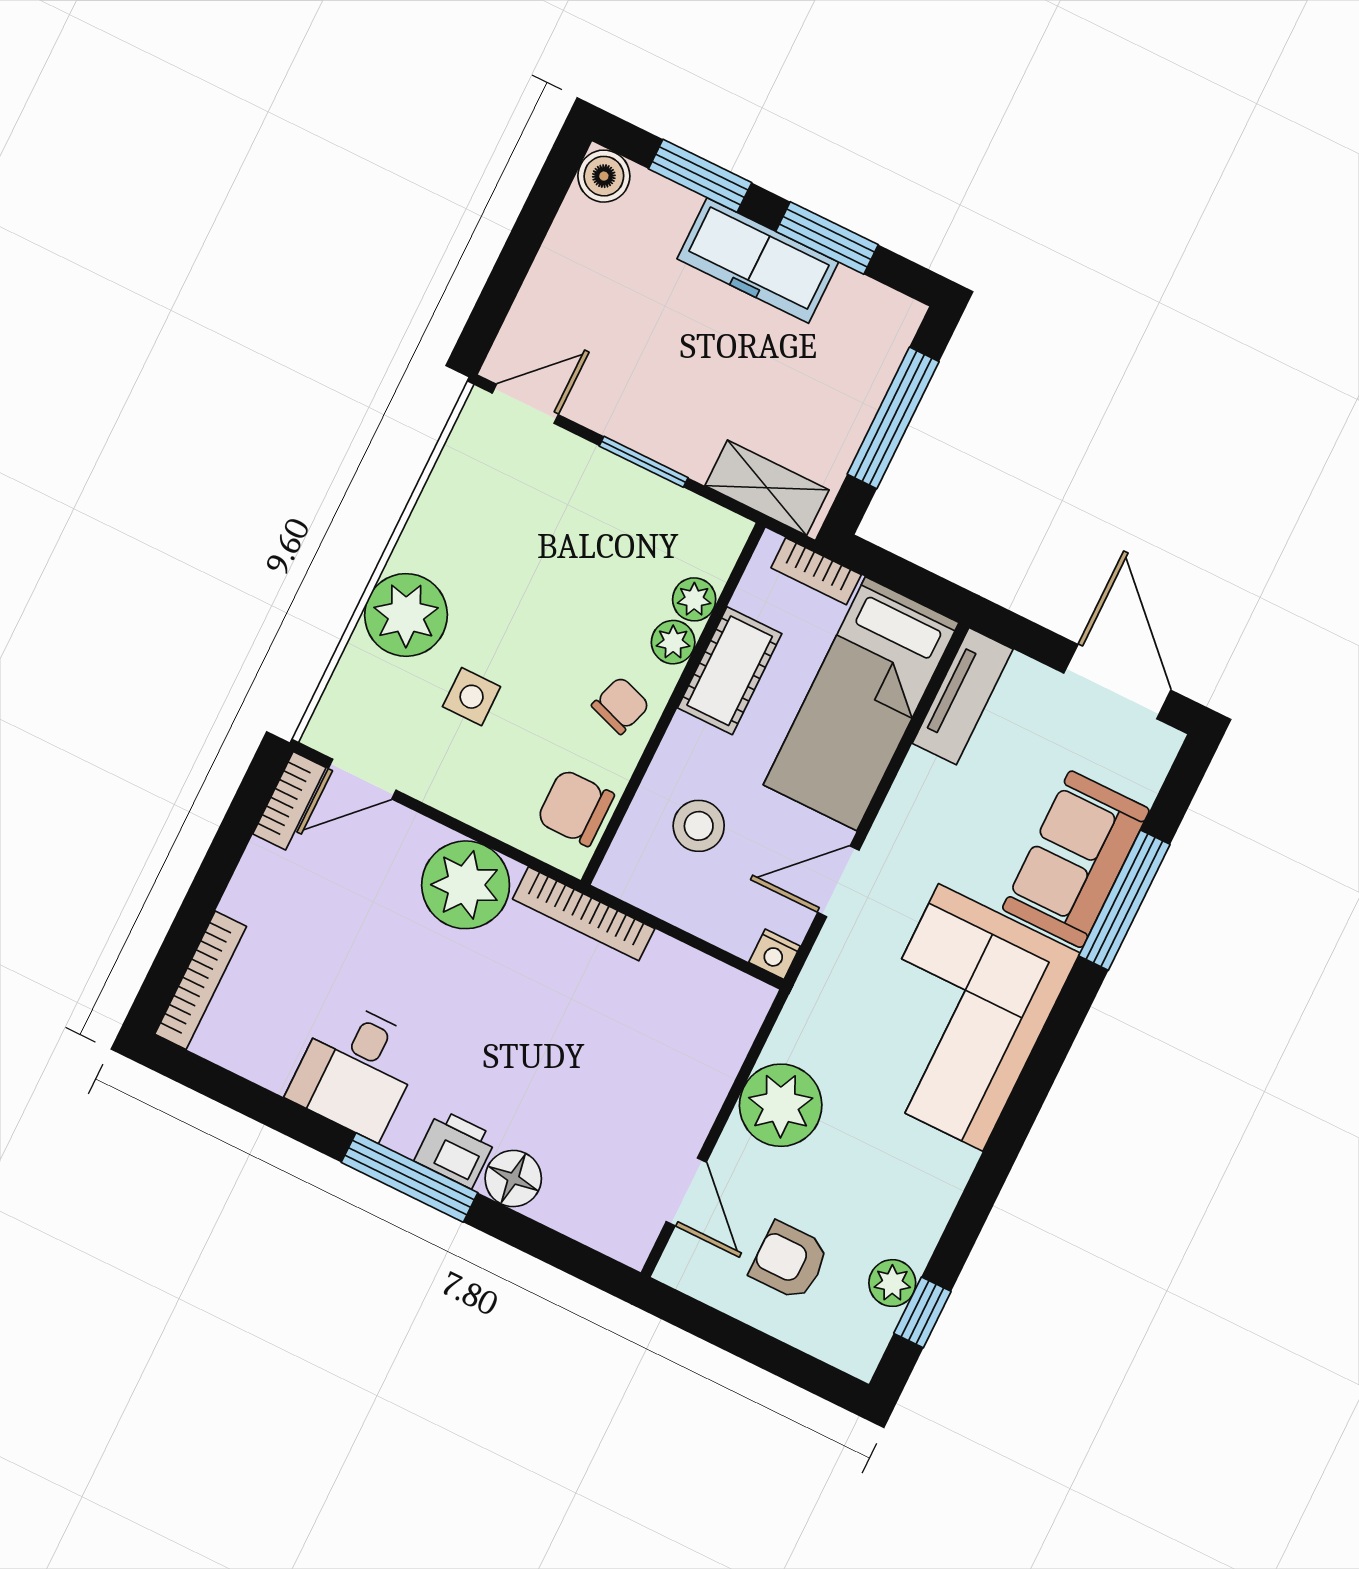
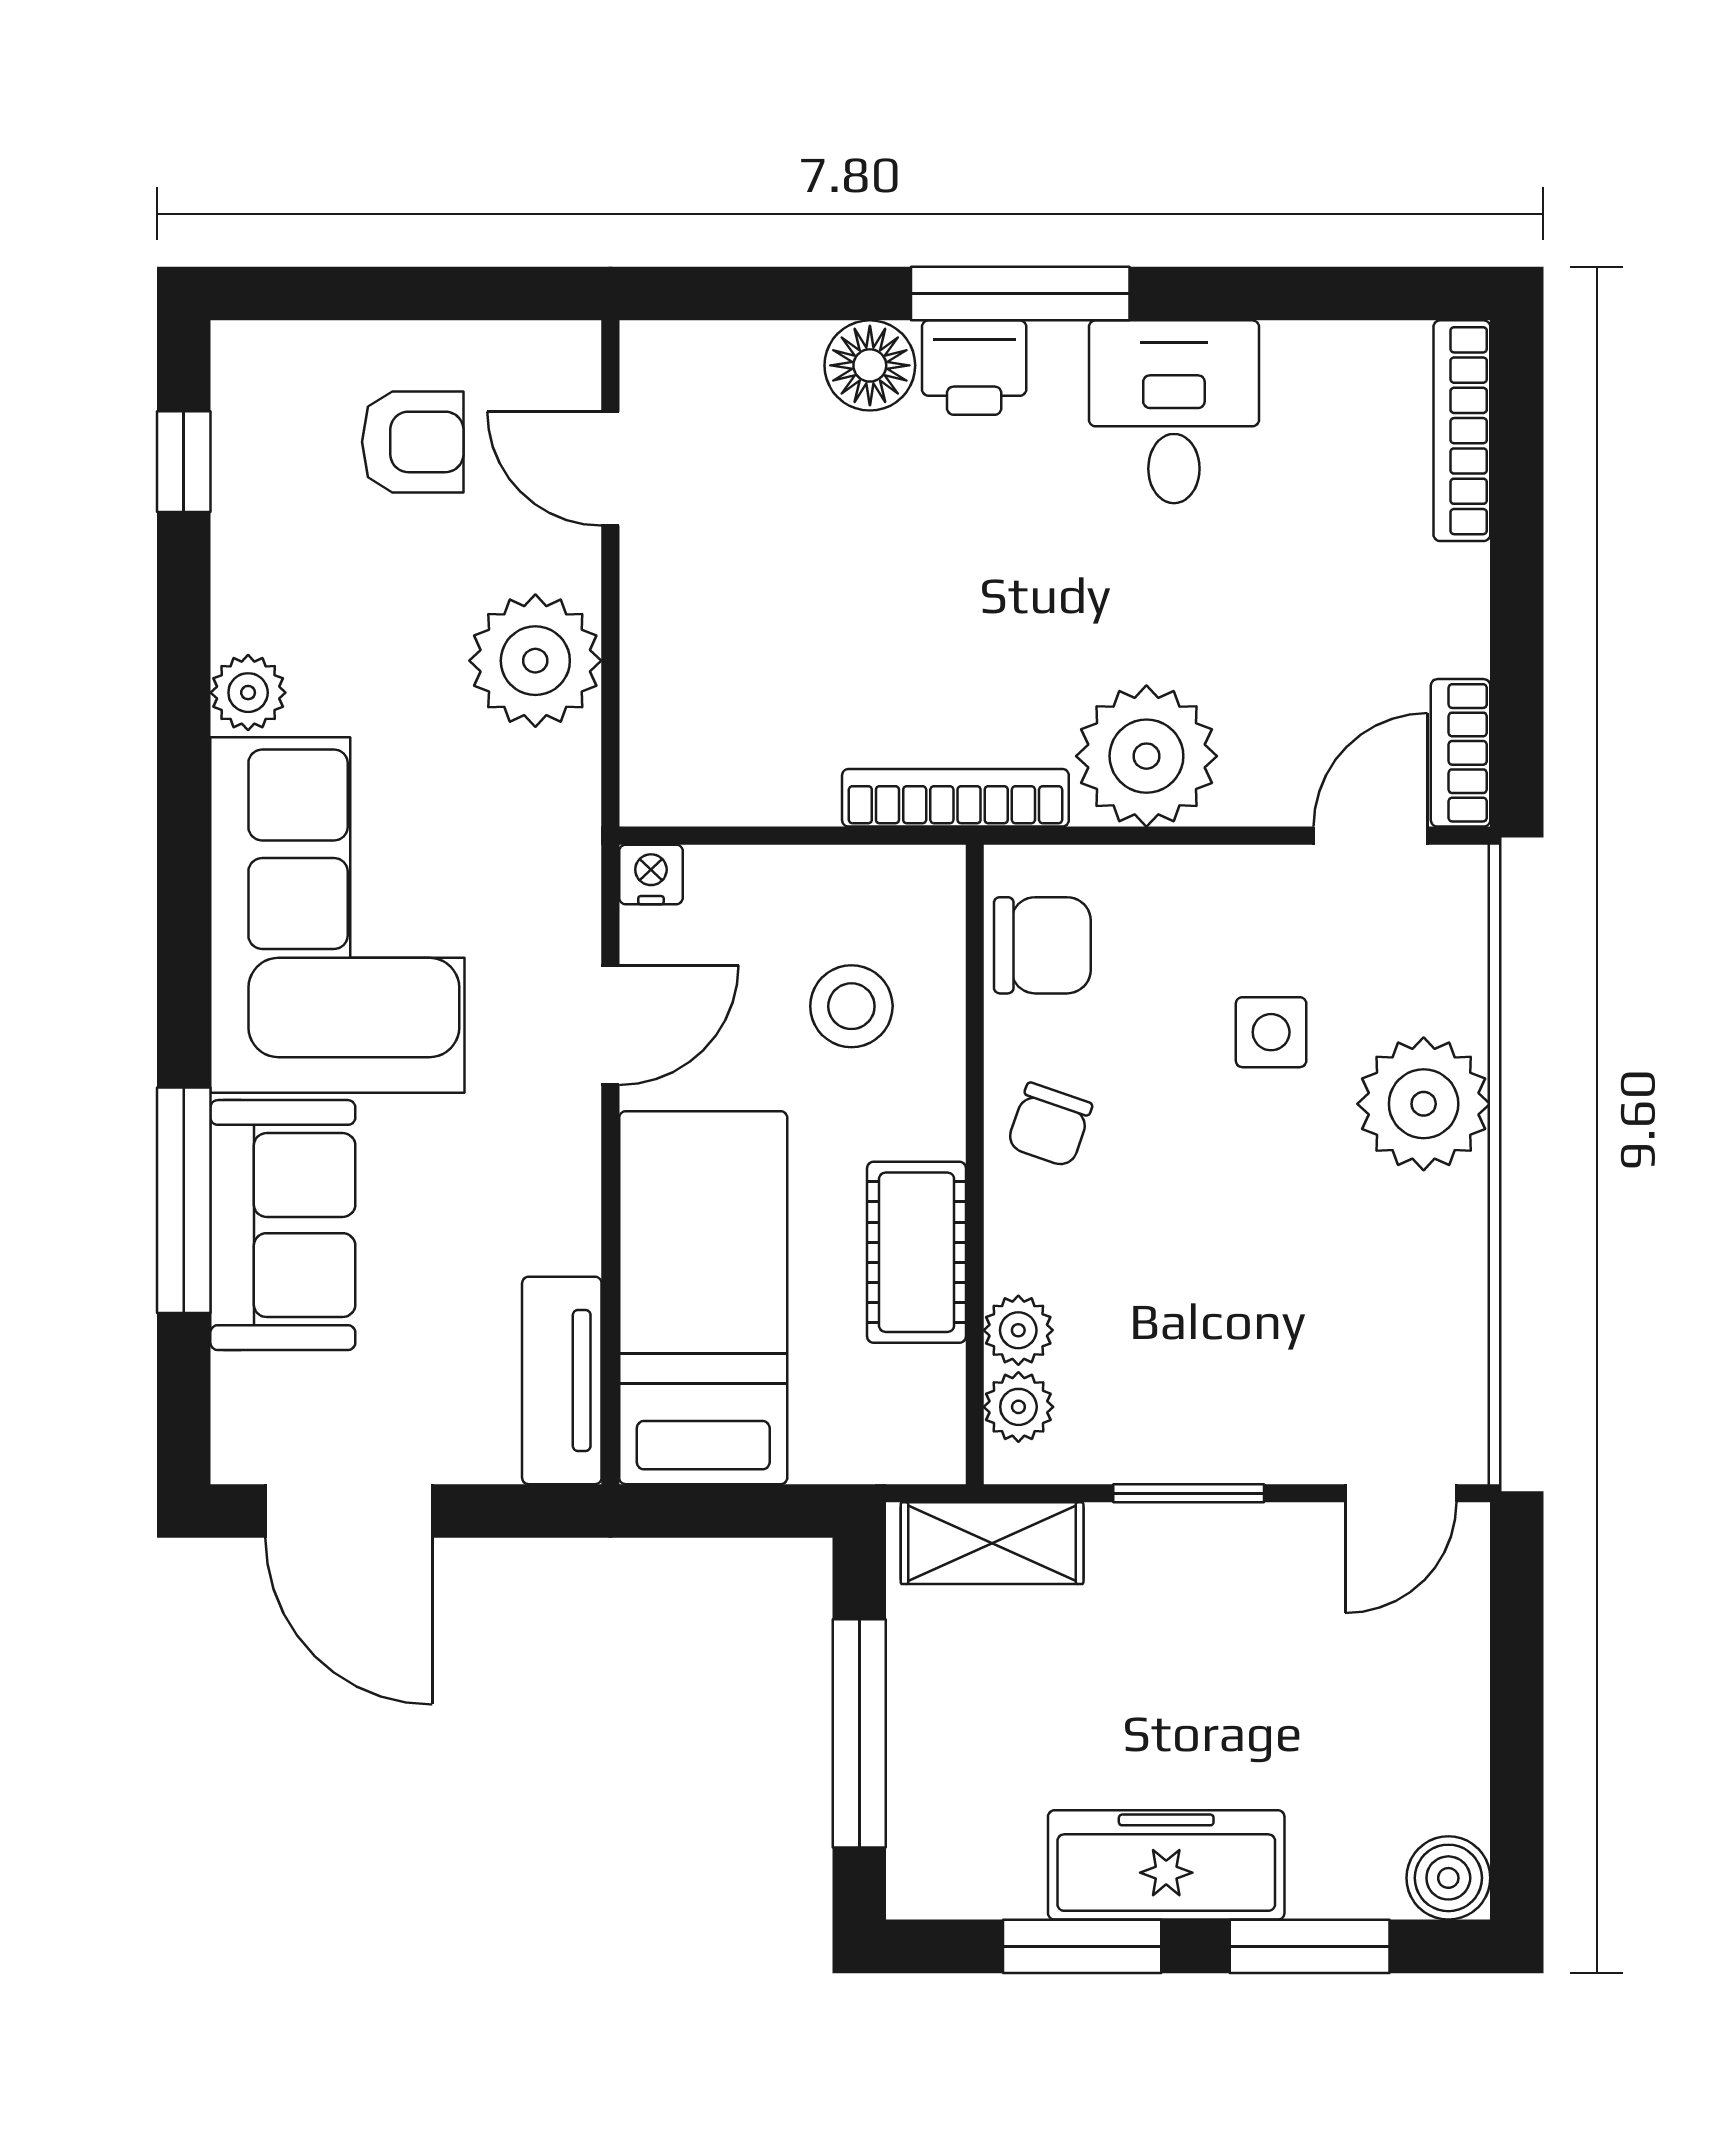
bookcase: (816, 571) -> (862, 1457), removed
plant: (673, 642) -> (1018, 1407), moved
plant: (892, 1283) -> (248, 693), moved

